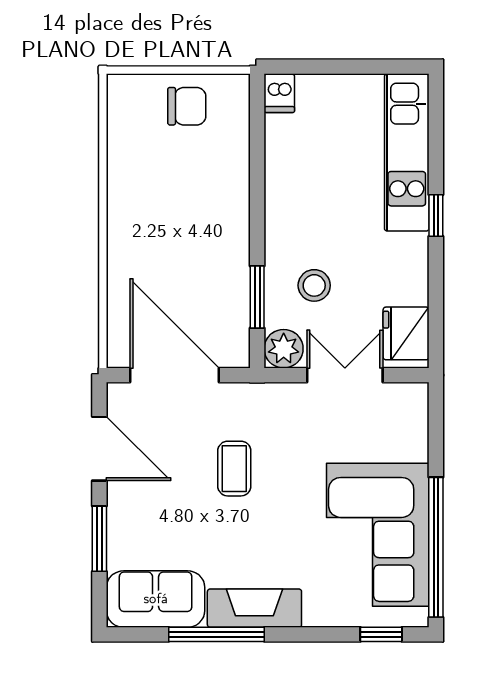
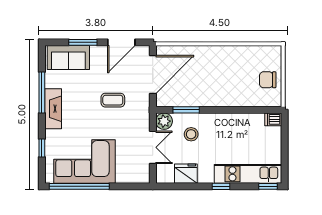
chair: (187, 106) -> (268, 80), turned 90
window: (436, 106) -> (268, 186), added
fridge: (406, 333) -> (186, 174), moved
sofa: (156, 599) -> (68, 58), moved, turned 90
window: (381, 634) -> (42, 148), moved

